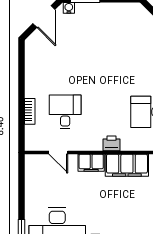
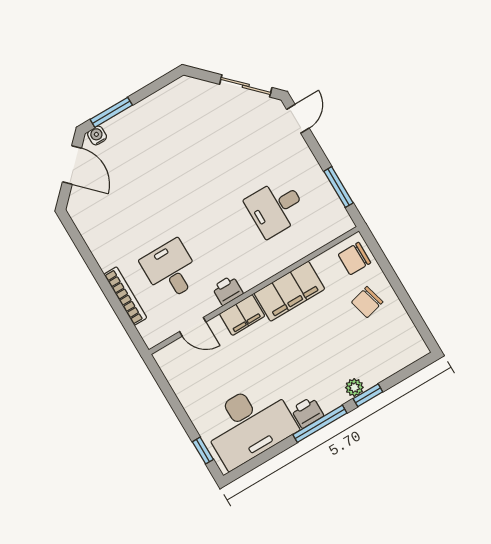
bookcase: (30, 111) -> (125, 296), width x1.56
printer: (112, 143) -> (228, 290), moved

